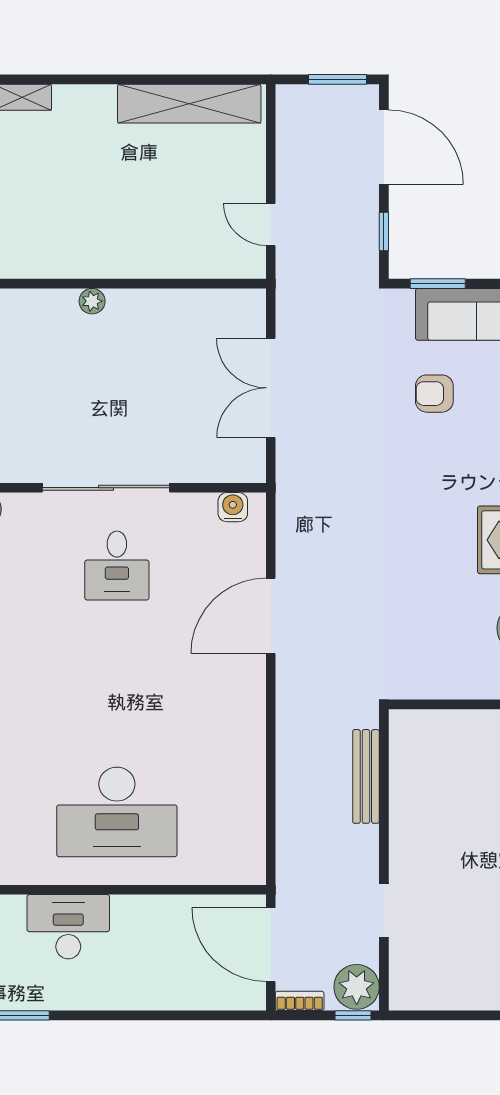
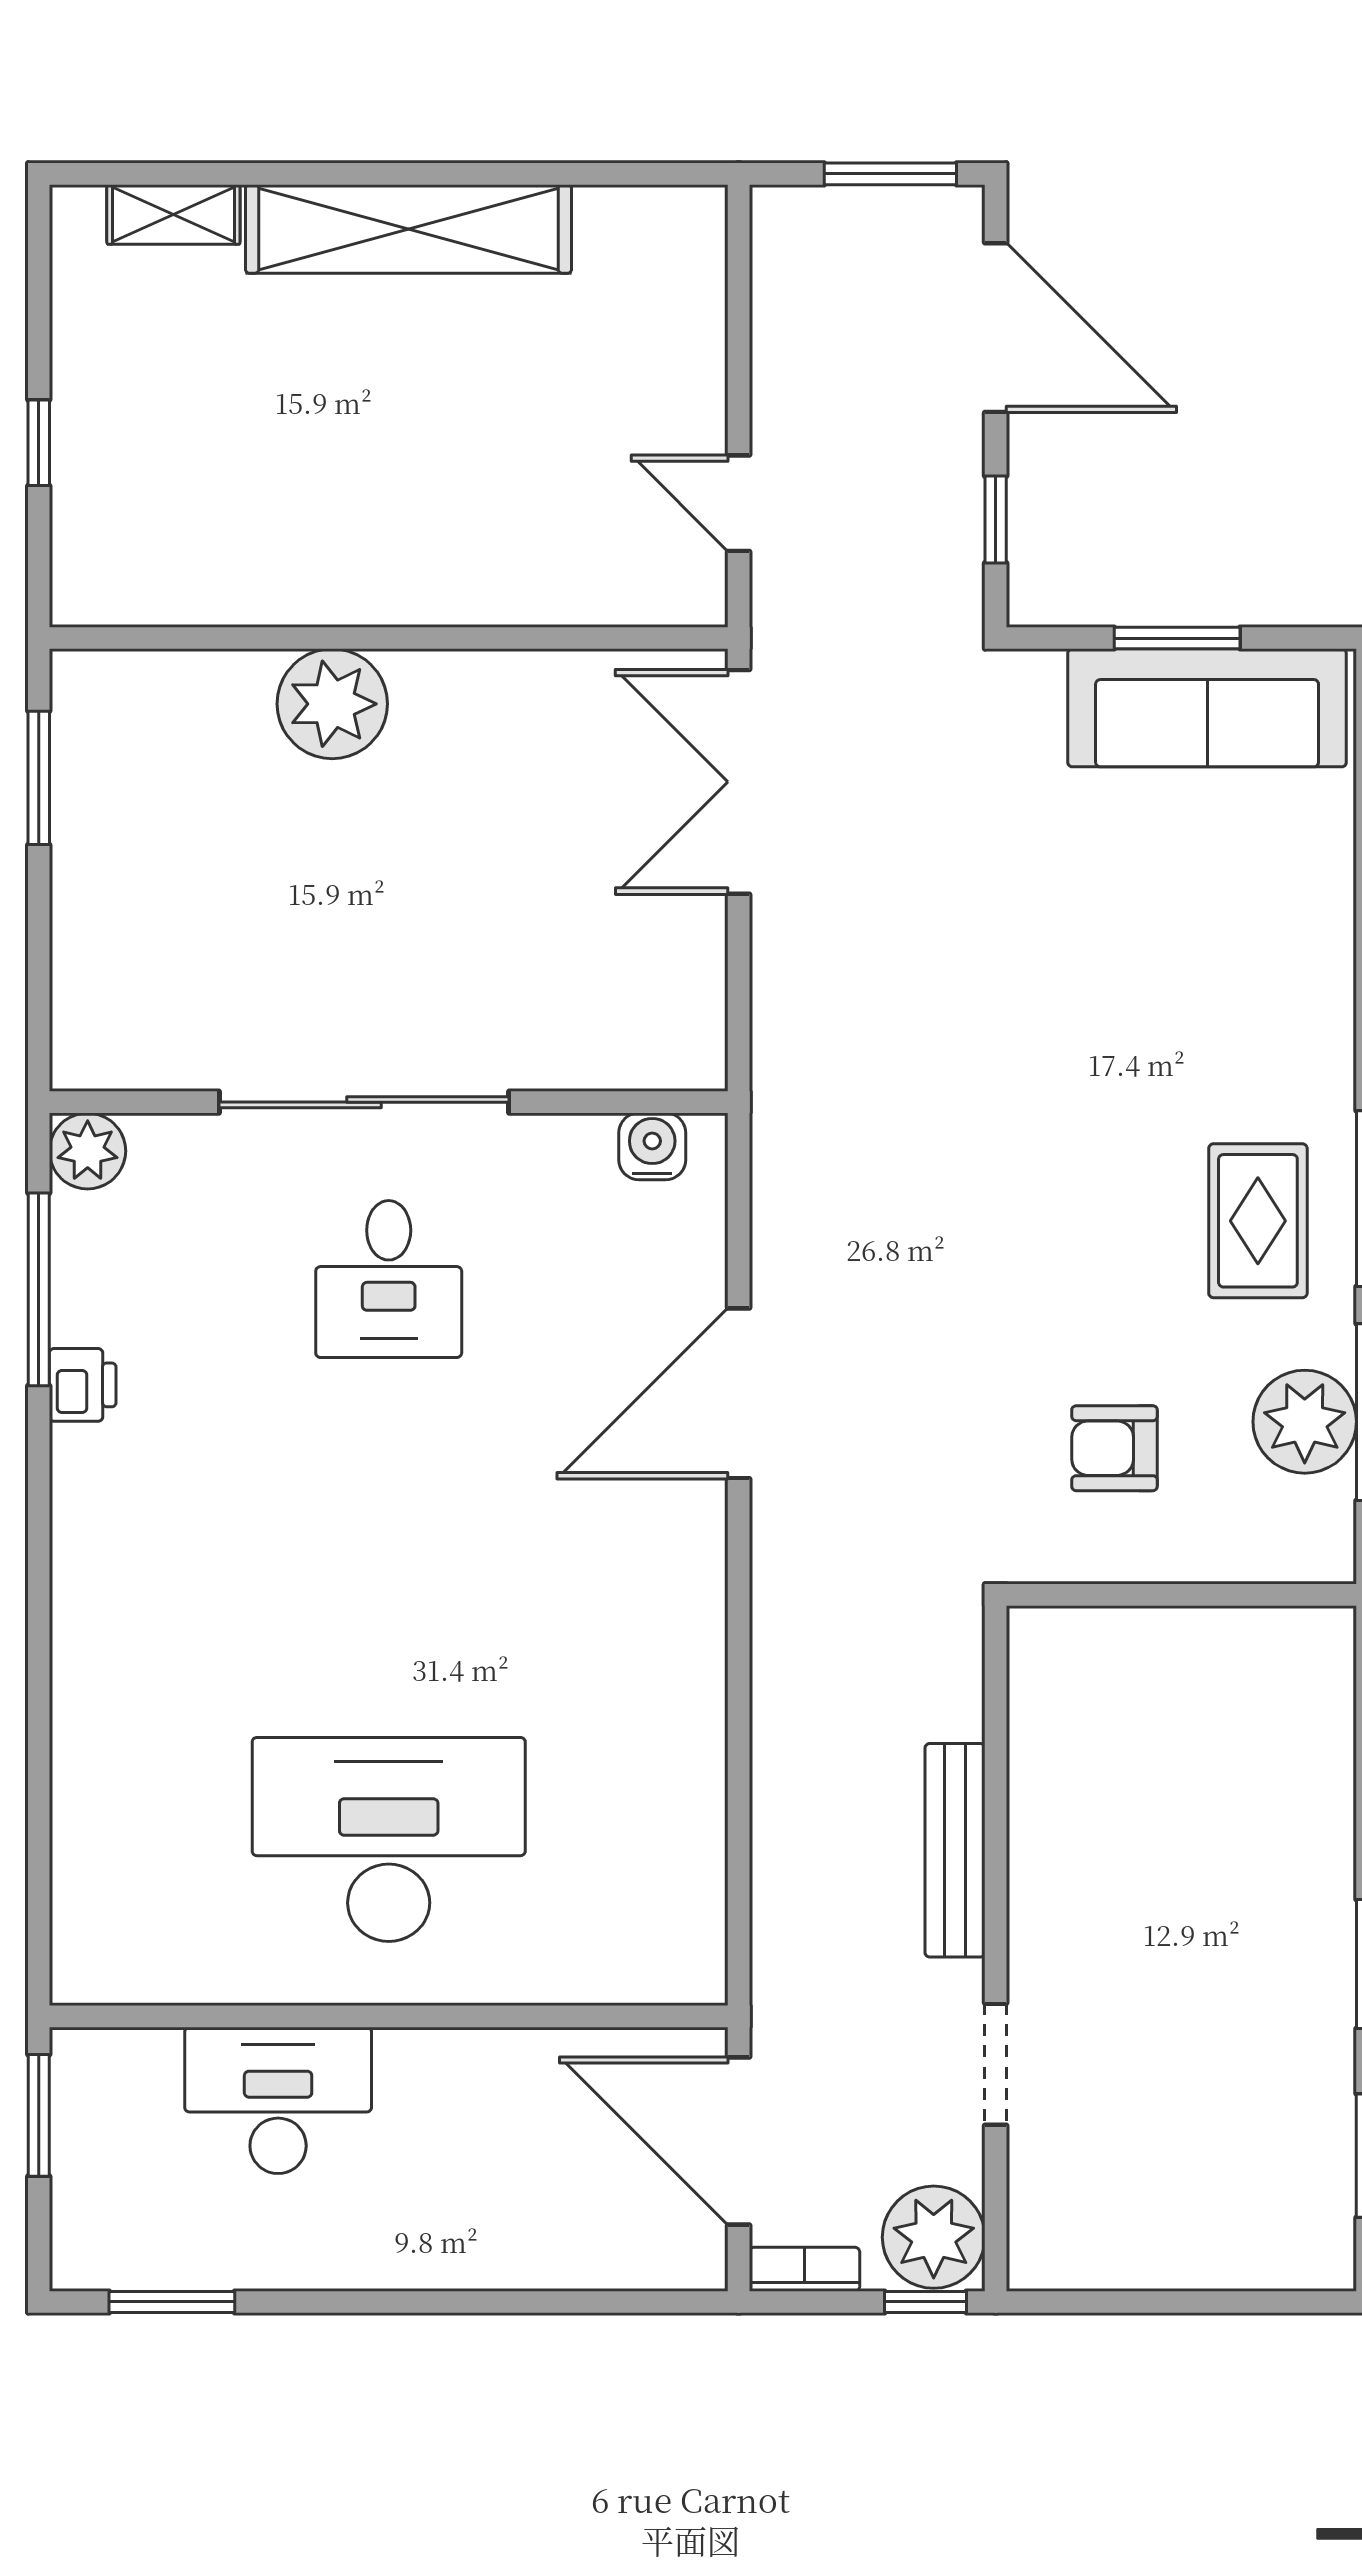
shelving: (189, 104) -> (408, 229), moved
window: (438, 284) -> (1177, 638), moved
plant: (92, 301) -> (332, 704), width x1.88, depth x1.88
double door: (271, 388) -> (739, 782), moved
armchair: (434, 394) -> (1115, 1448), moved
bench: (366, 776) -> (955, 1850), moved
desk: (117, 812) -> (389, 1839), turned 180

